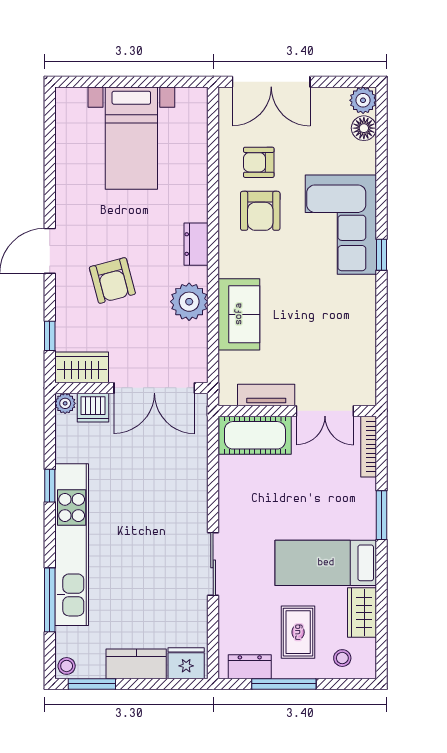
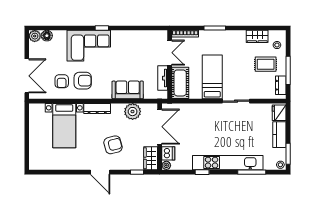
bed with nightstands: (131, 138) -> (64, 126), moved, turned 90
dresser: (196, 244) -> (97, 109), width x1.44
plant: (189, 302) -> (133, 112), moved
bed: (326, 563) -> (212, 77), moved, turned 180

